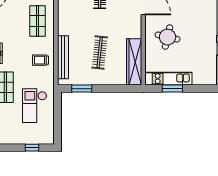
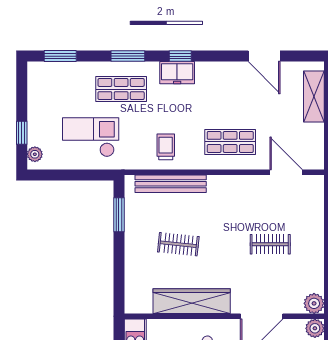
clothes rail: (100, 52) -> (178, 244), width x0.73
wardrobe: (134, 62) -> (192, 301), moved
plant: (45, 140) -> (35, 154), added

